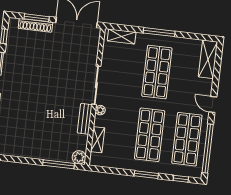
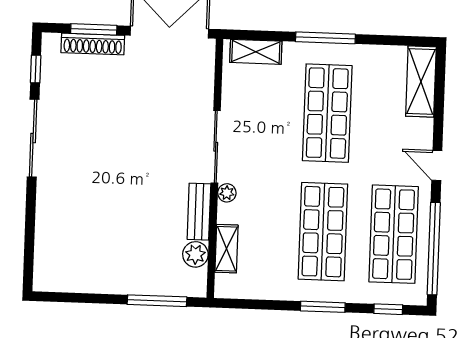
plant: (79, 157) -> (195, 254), moved

